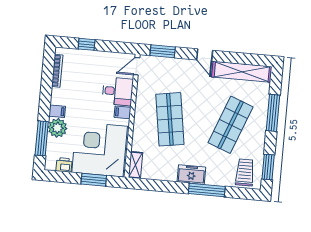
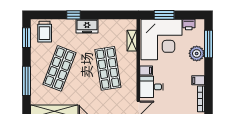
filing cabinet: (57, 111) -> (198, 80), moved
shelving: (136, 165) -> (132, 41), moved
window: (207, 190) -> (74, 15), width x0.46

